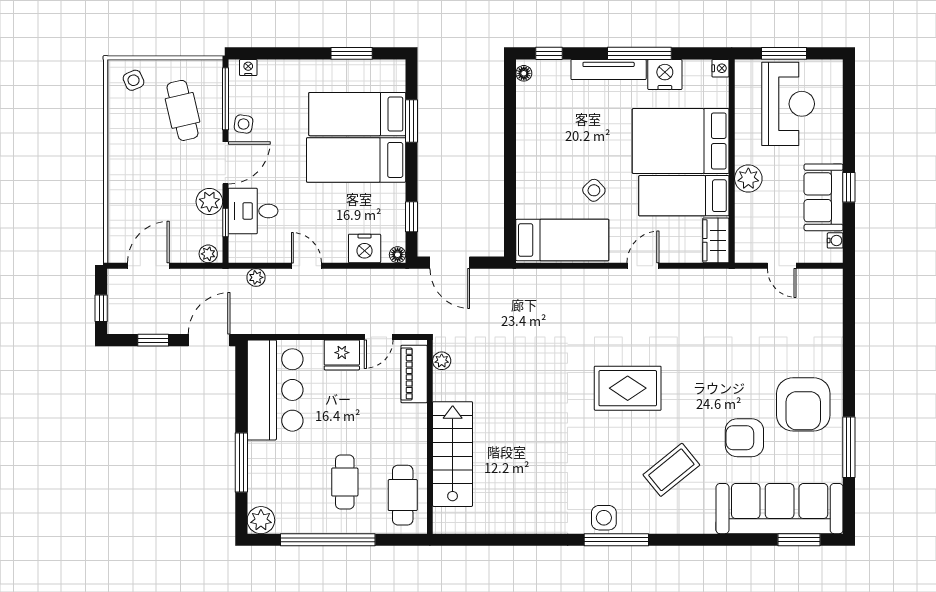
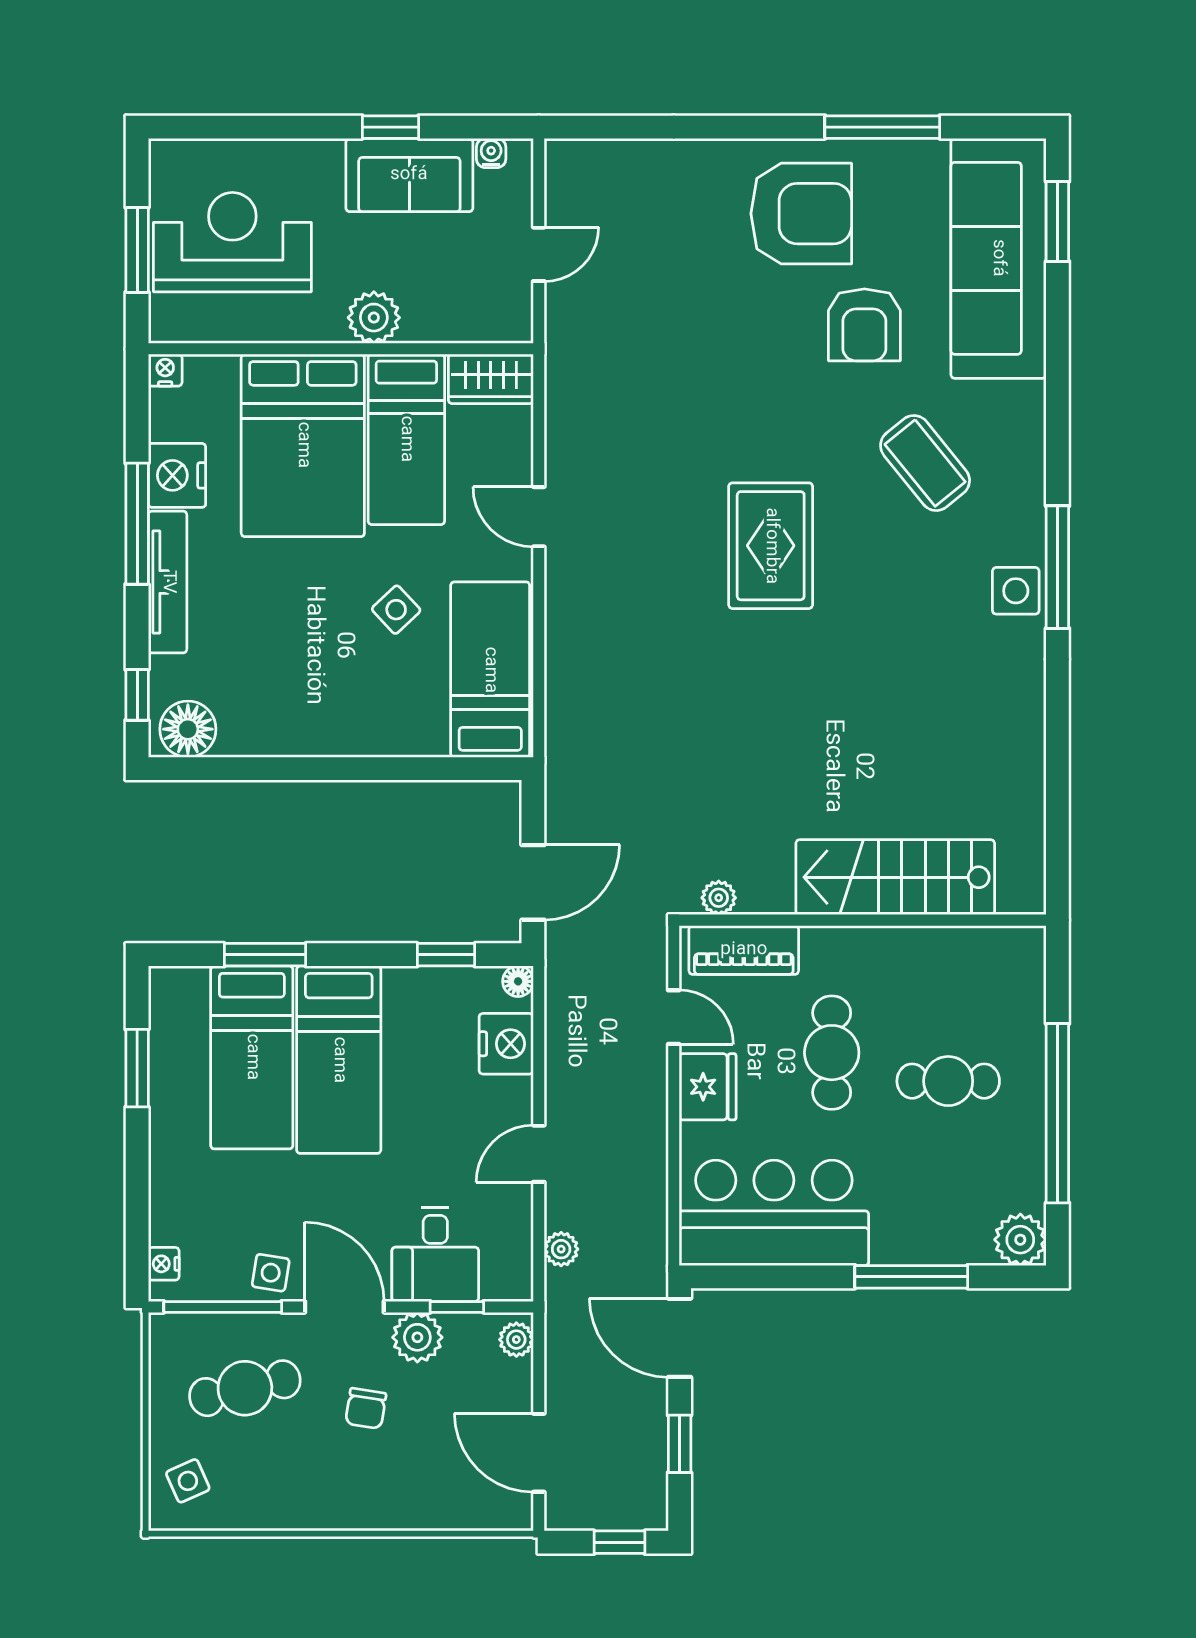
floor lamp: (524, 73) -> (188, 729), width x1.89, depth x1.89
chair: (172, 174) -> (366, 1408), added
cafe table: (403, 495) -> (832, 1053), moved, turned 90

